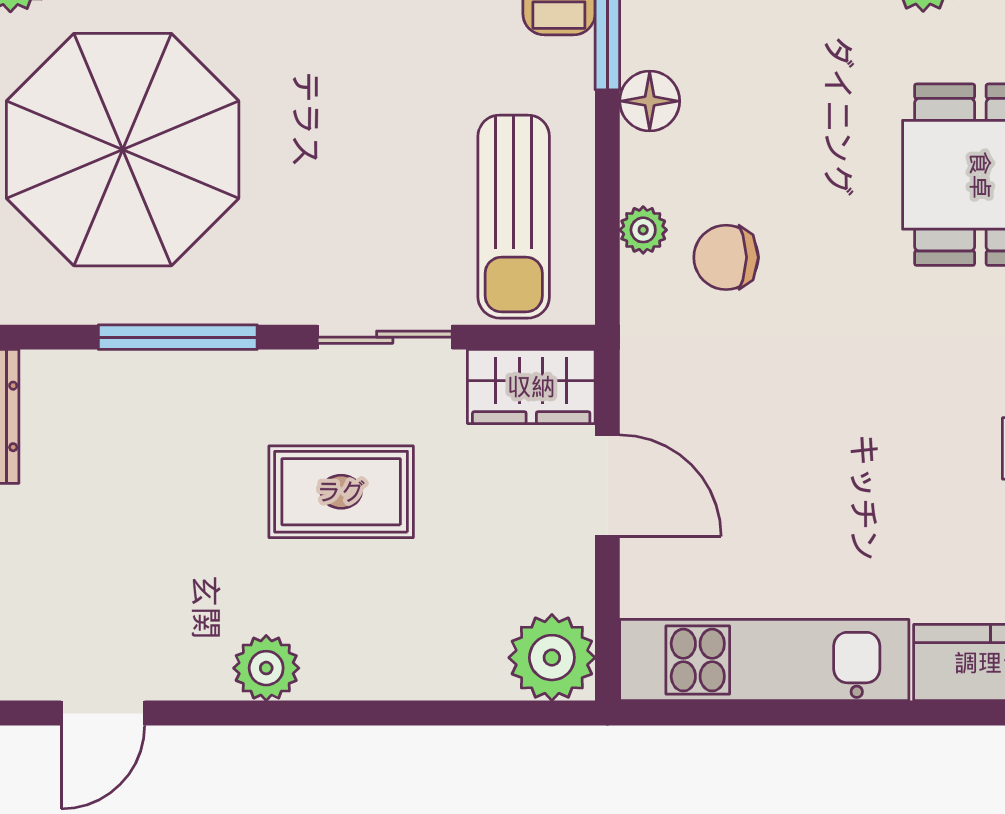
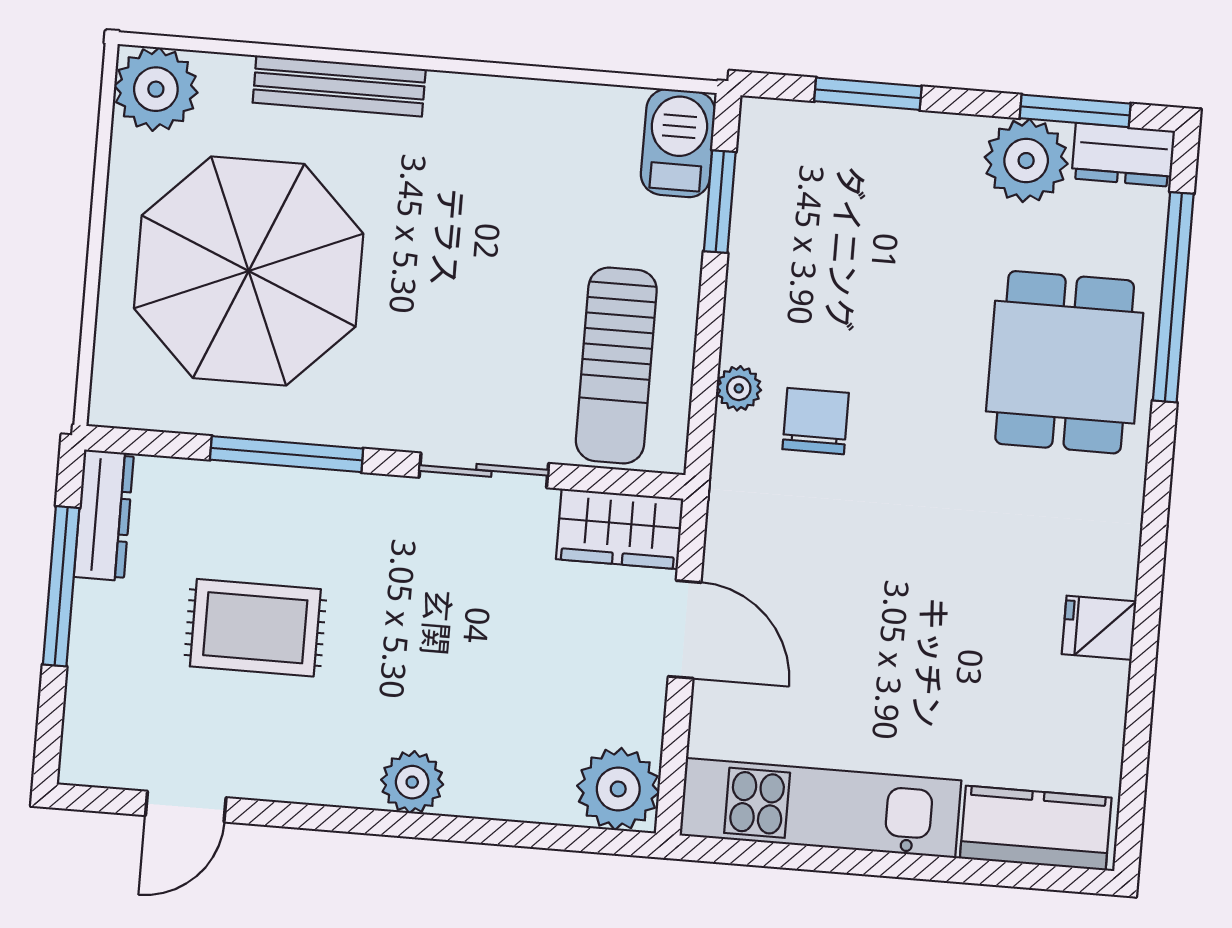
floor lamp: (650, 101) -> (755, 266), removed
chair: (726, 257) -> (816, 421), turned 90
rug: (341, 492) -> (255, 628), moved
plant: (266, 668) -> (412, 782), moved

